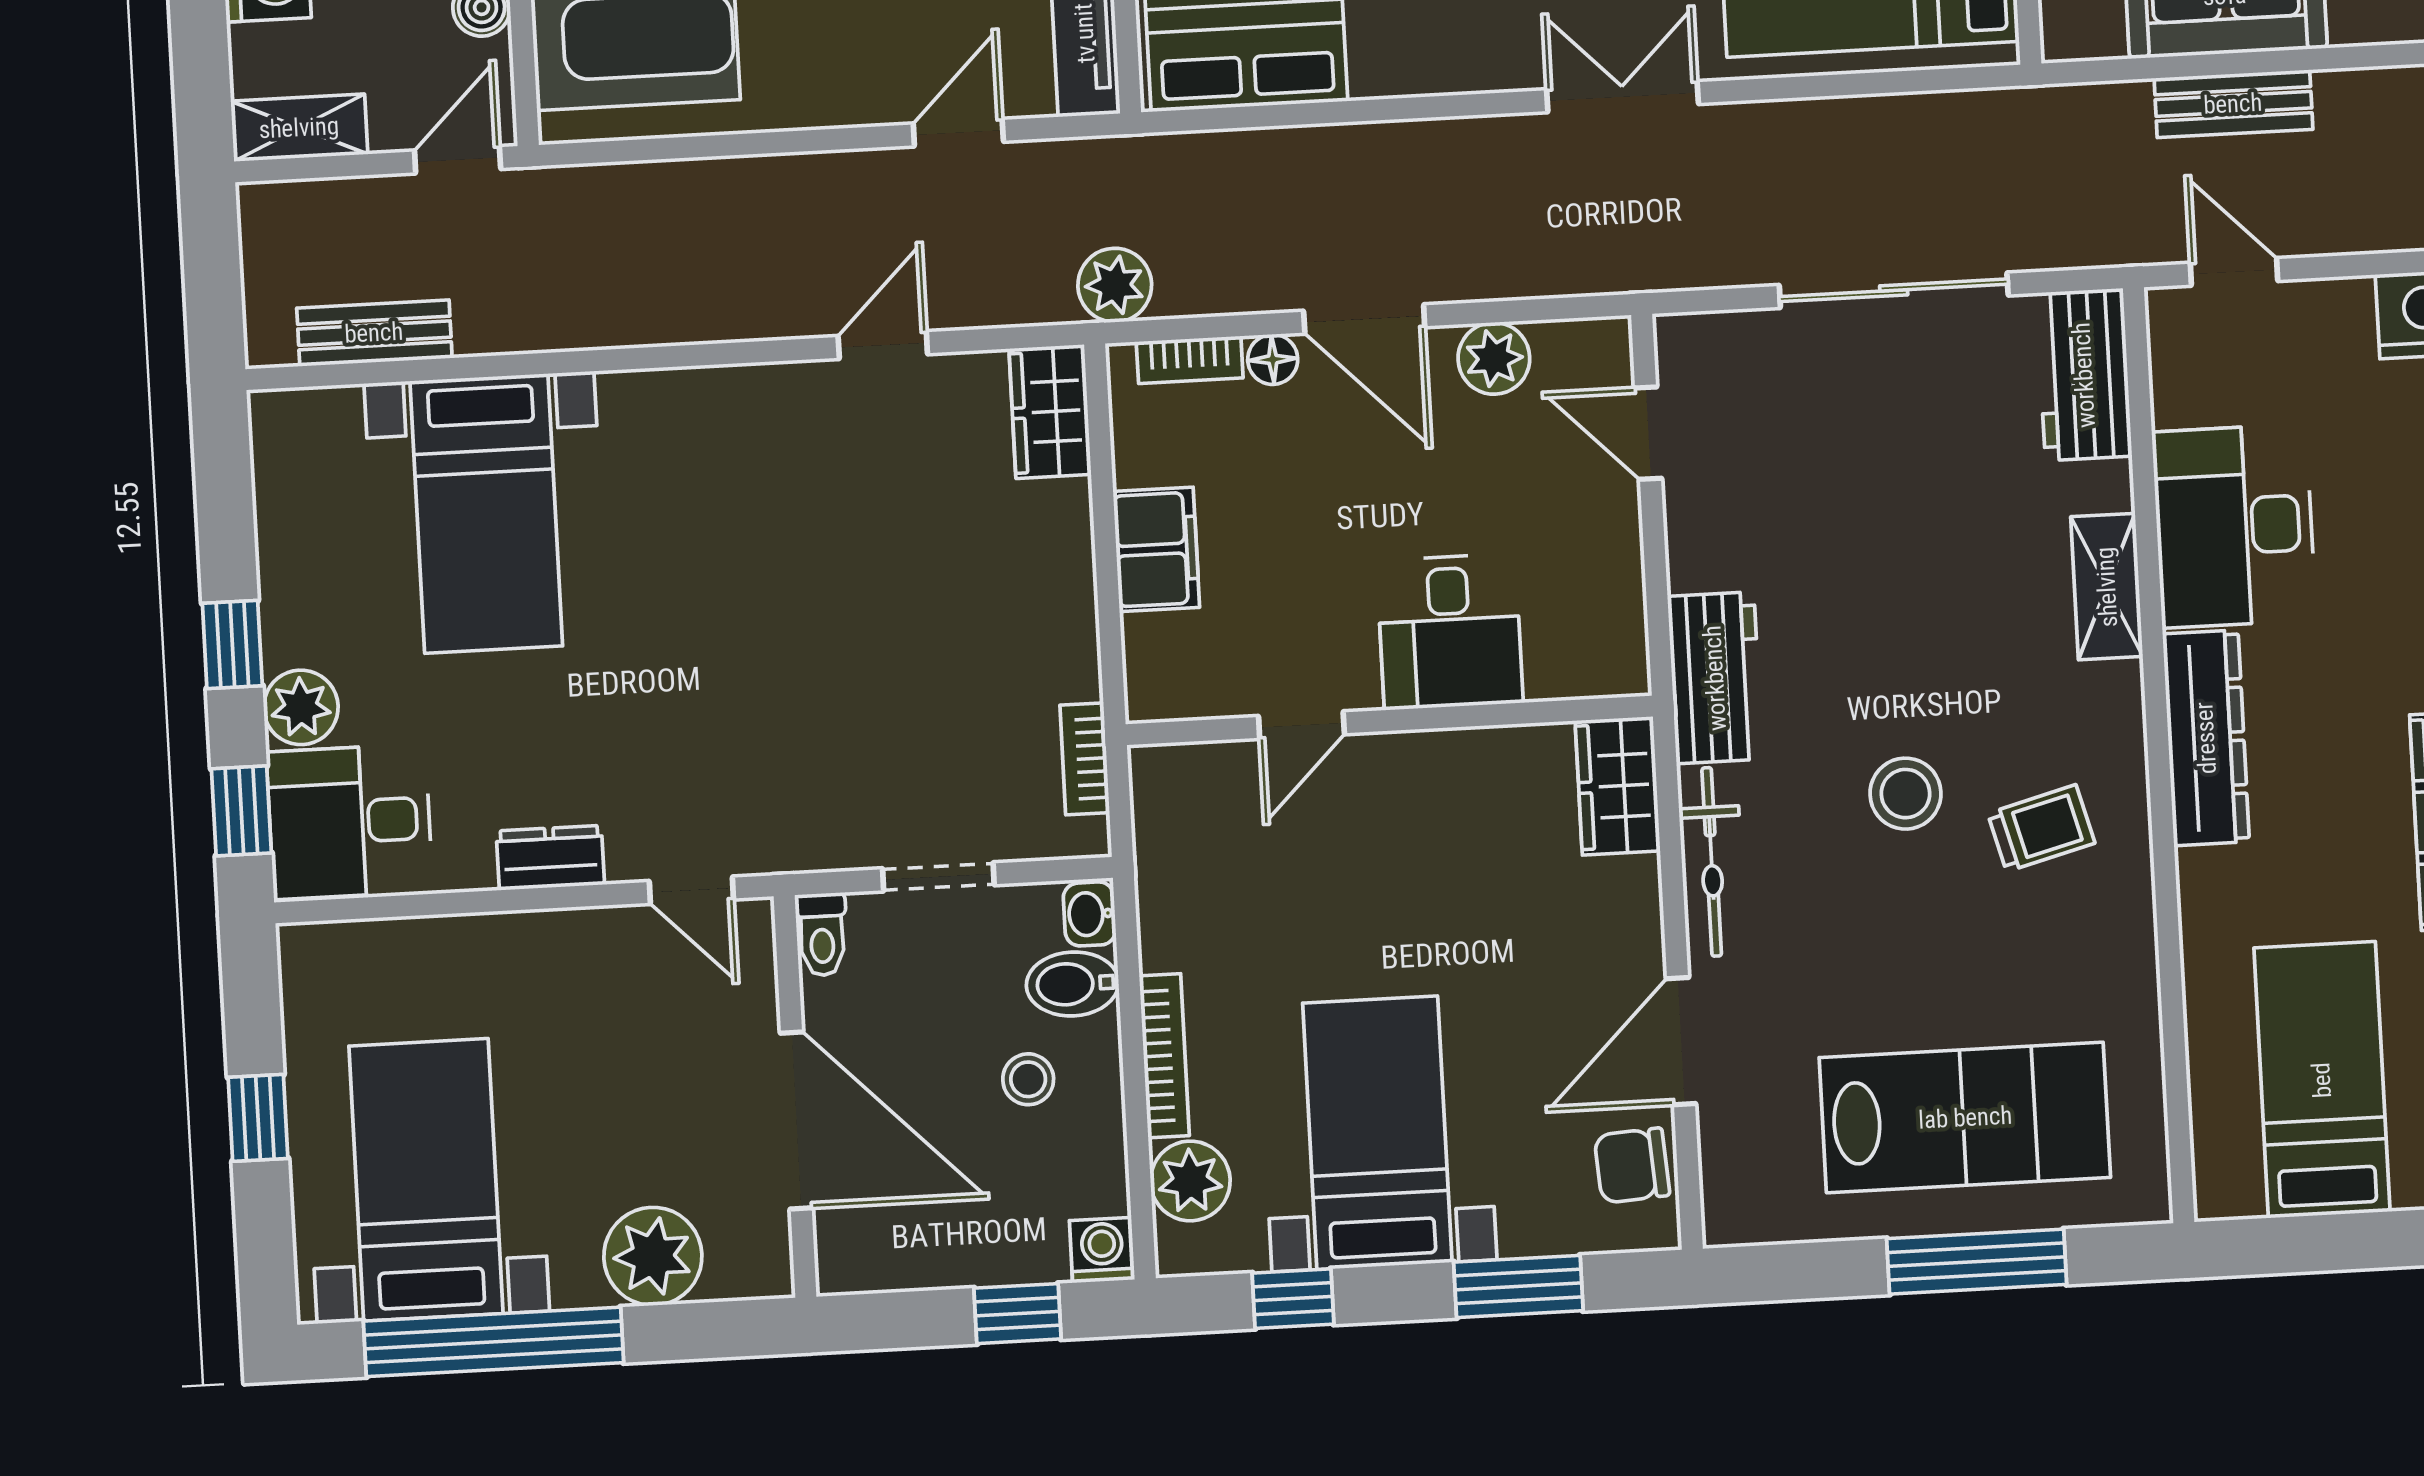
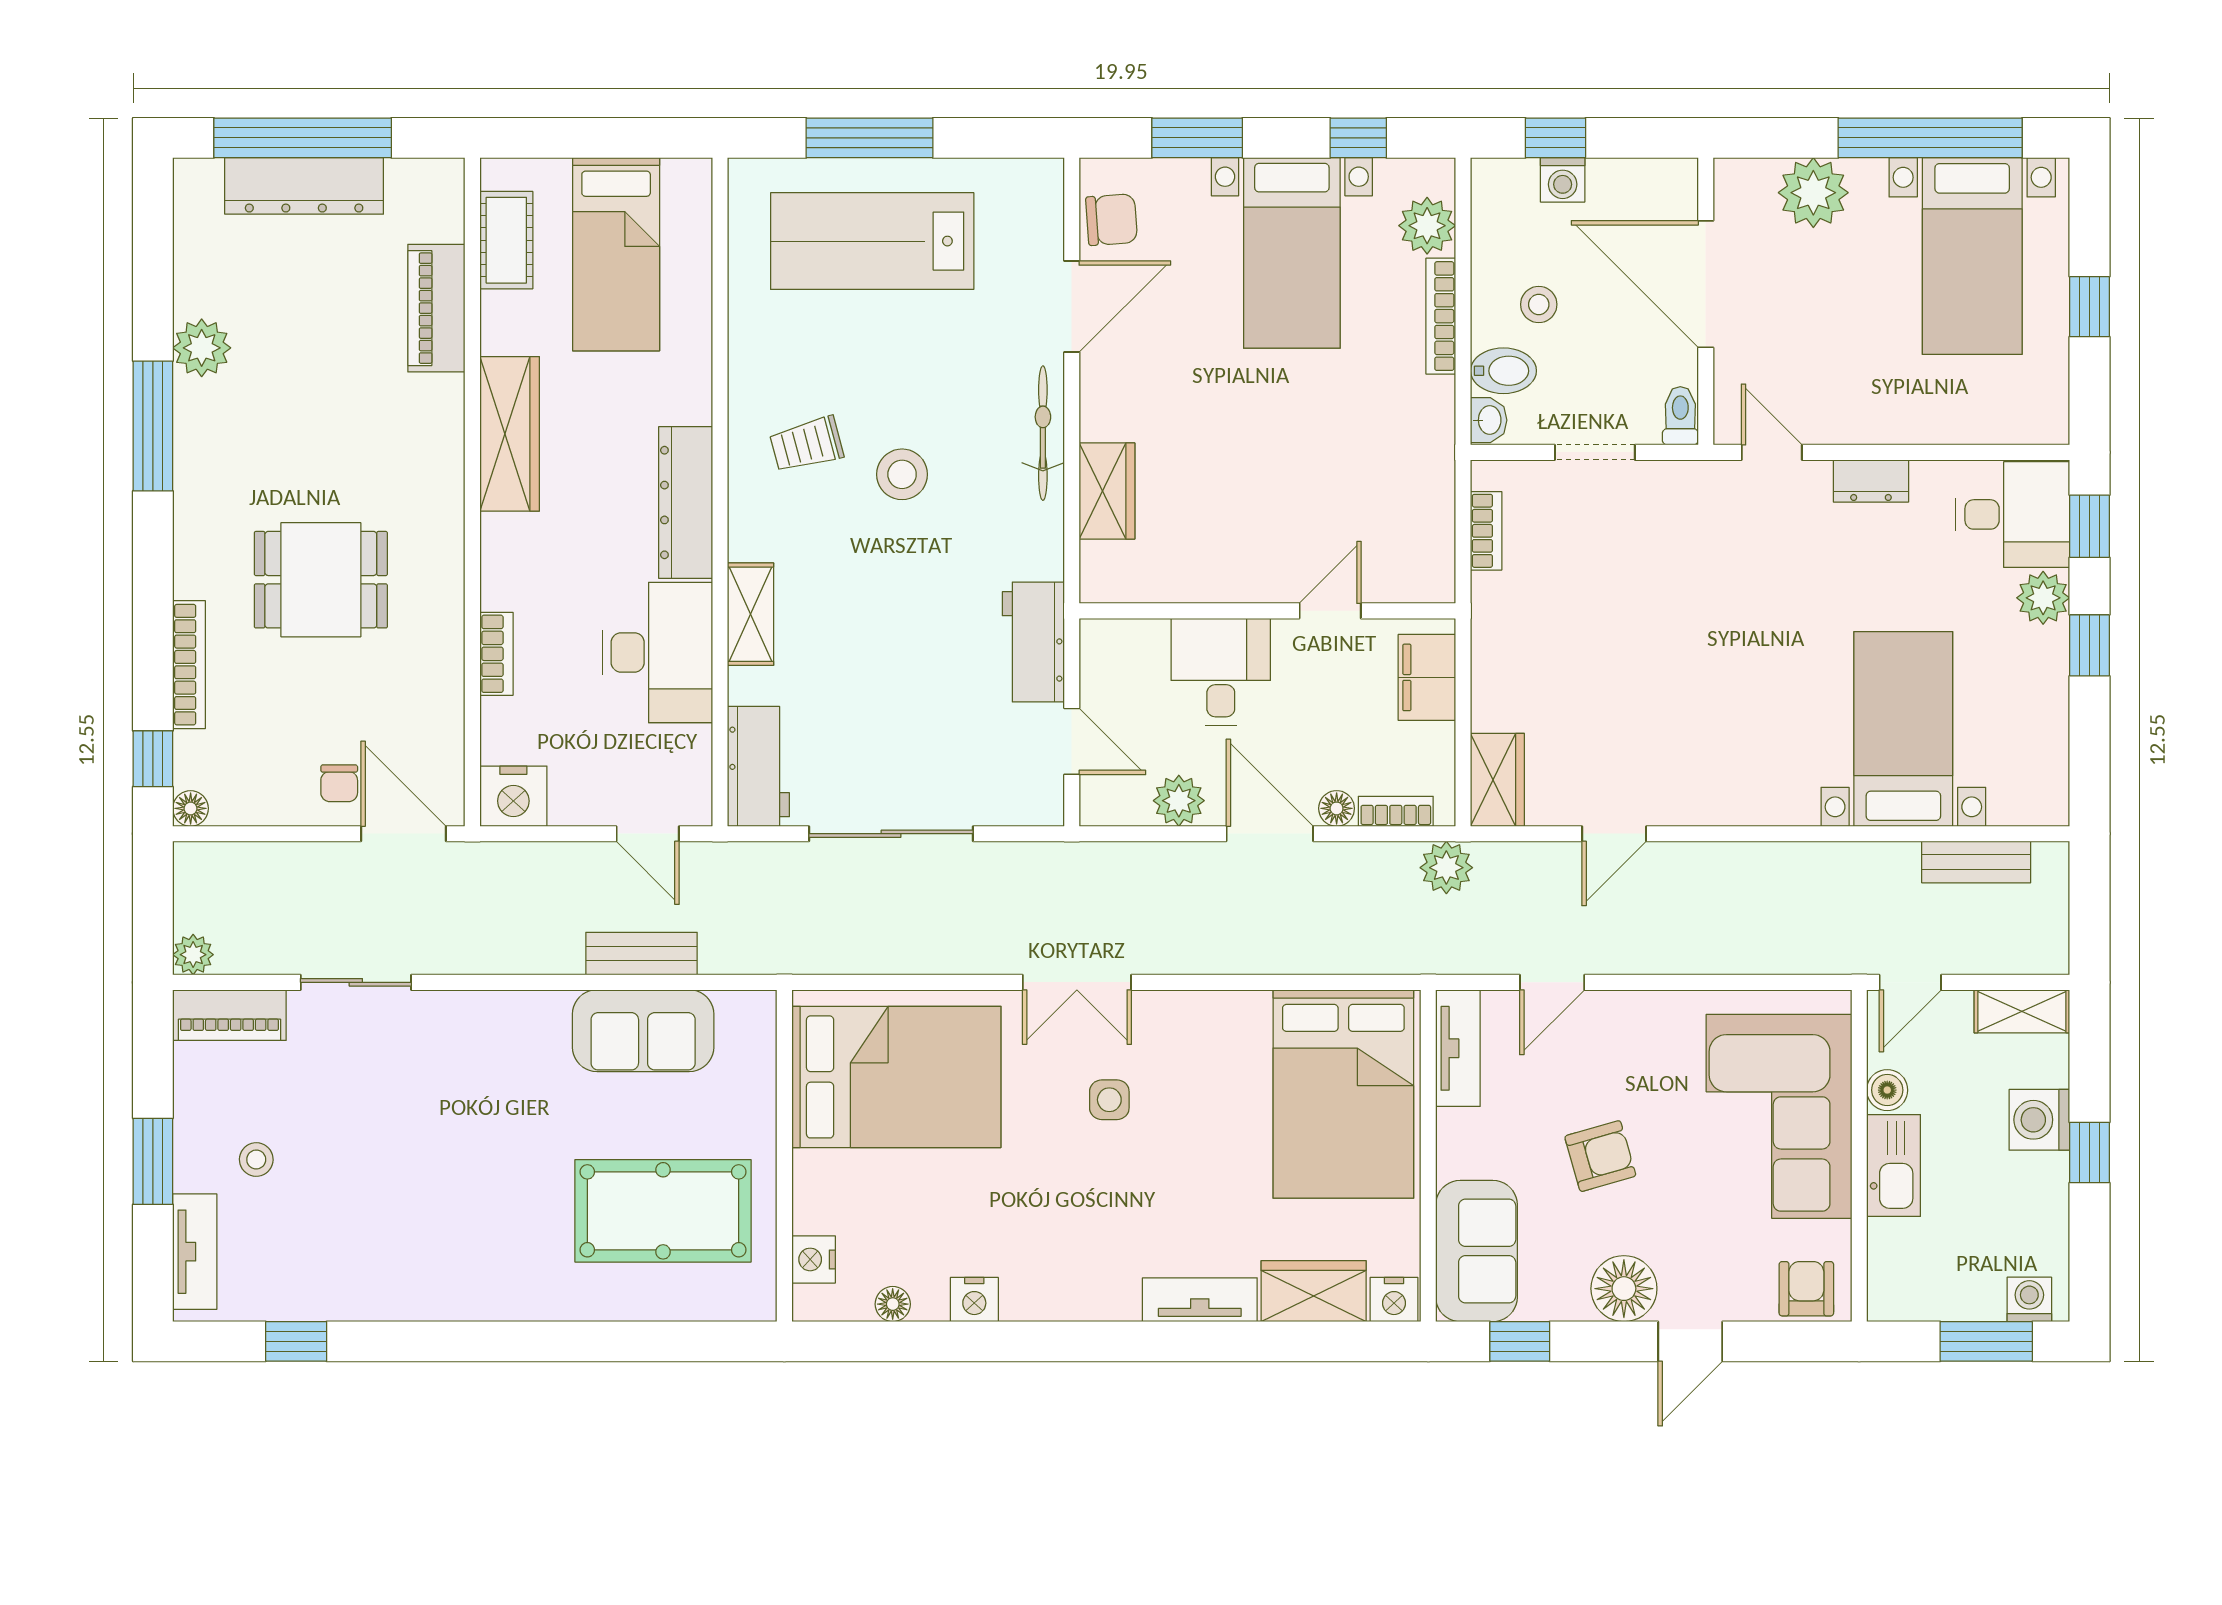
desk: (1450, 632) -> (1221, 672), moved
workbench: (1715, 678) -> (1033, 642), moved
wall: (1389, 720) -> (1267, 611), moved
door: (1301, 725) -> (1330, 611), moved
washing machine: (1102, 1250) -> (1563, 180), moved

